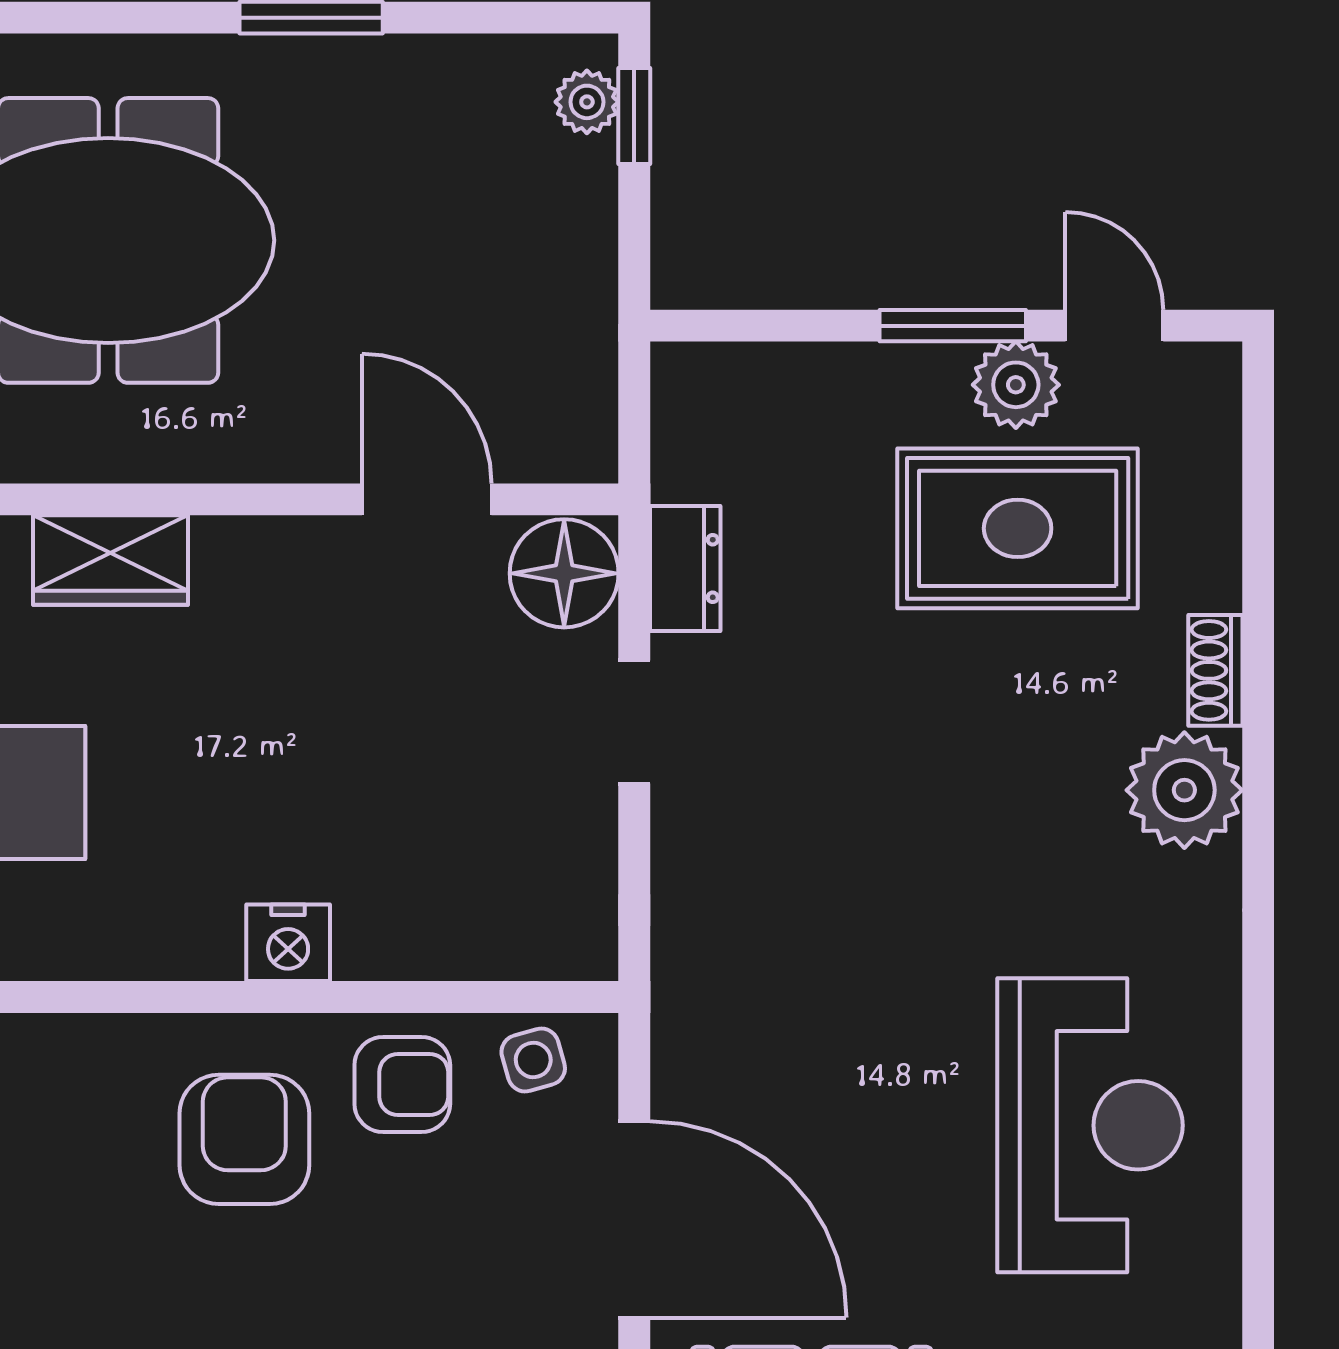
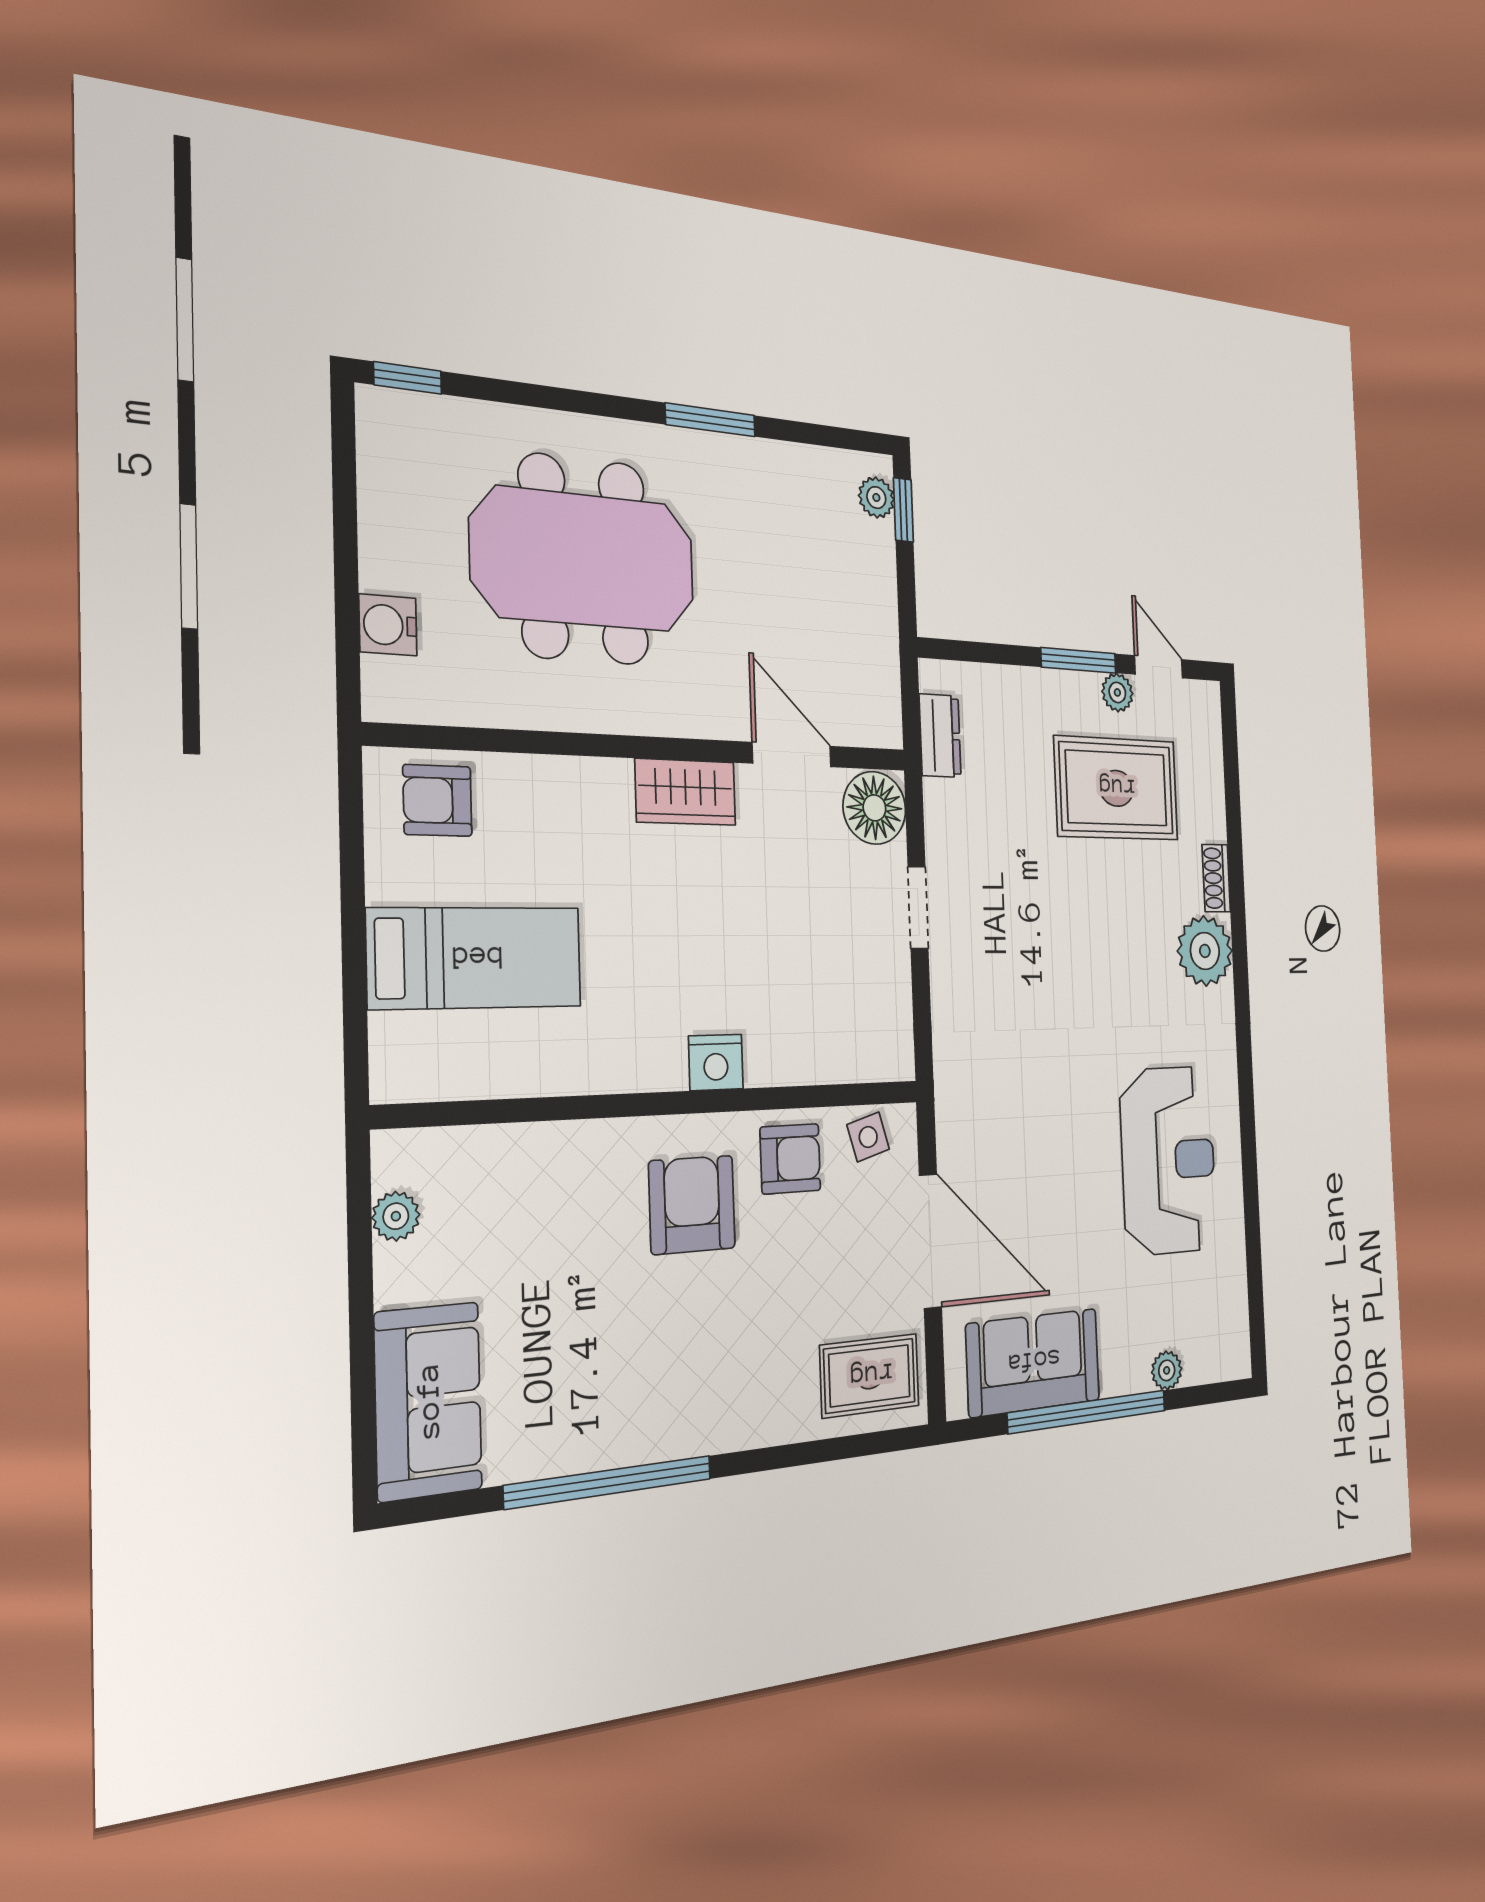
plant: (1016, 385) -> (1117, 692), width x0.73, depth x0.73
wardrobe: (110, 560) -> (686, 792), moved
dresser: (685, 569) -> (940, 736), moved

